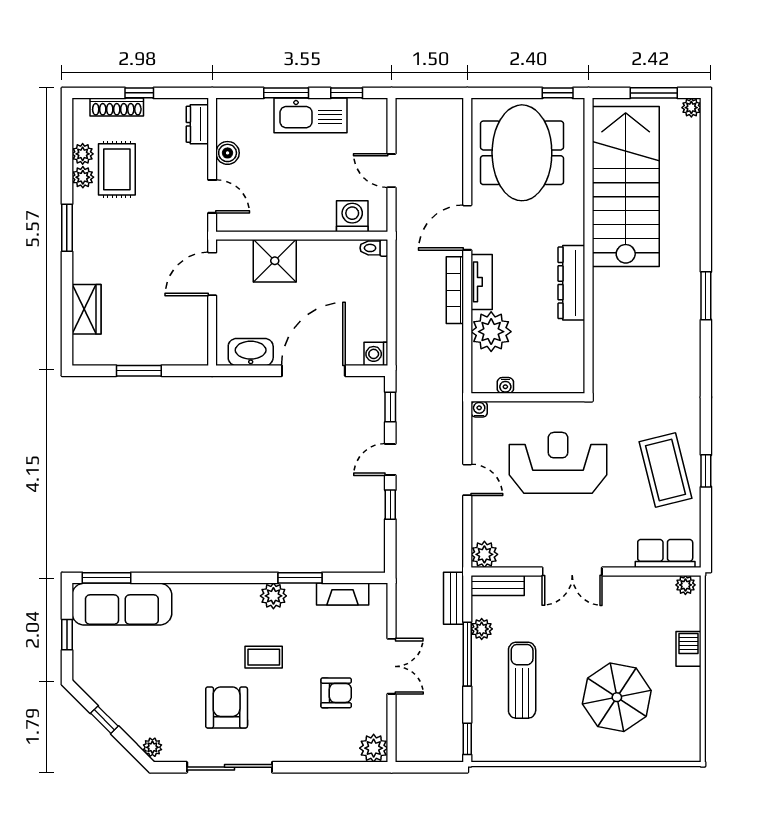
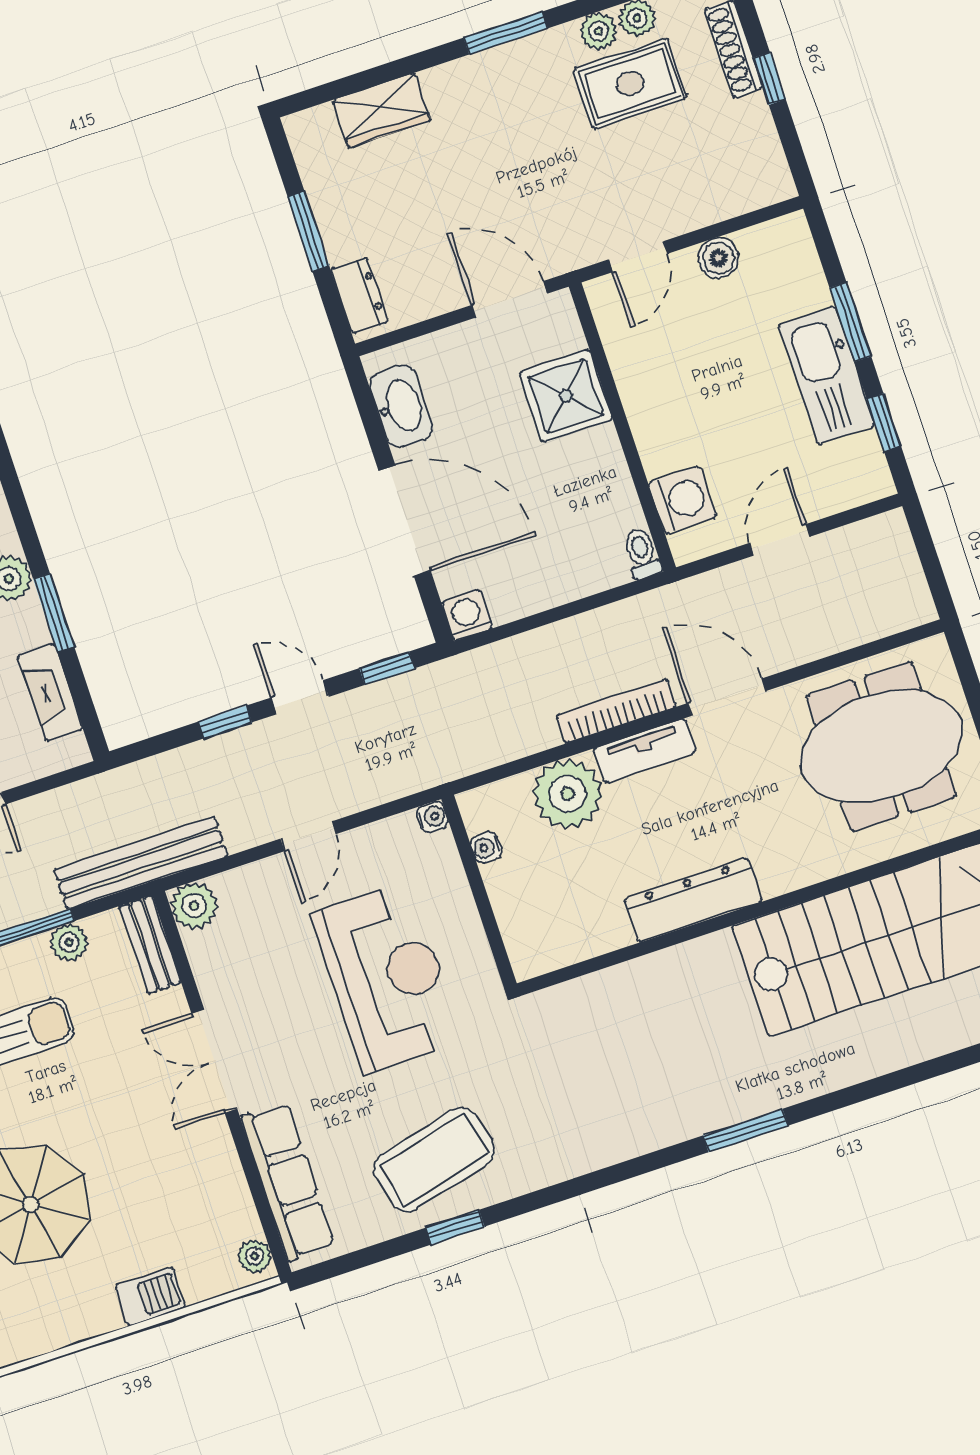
dresser: (197, 124) -> (359, 296), moved, turned 90
row of seats: (665, 554) -> (288, 1182), width x1.48
bench: (454, 598) -> (141, 863), width x1.86, depth x1.21

